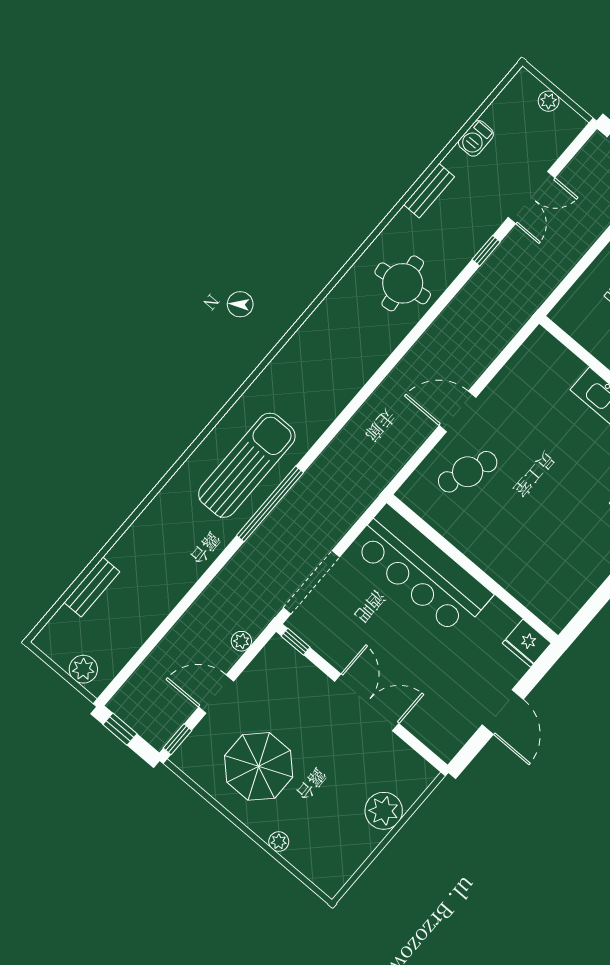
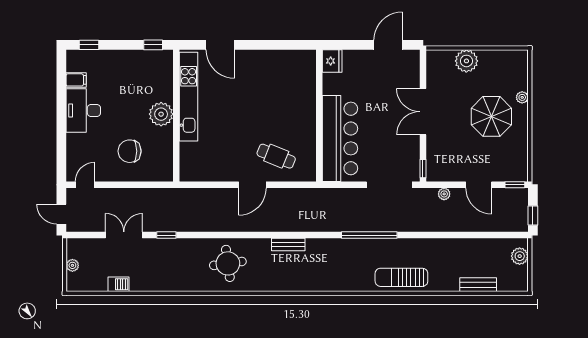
bench: (429, 191) -> (288, 245), moved
round table: (403, 283) -> (228, 263), moved
door: (457, 412) -> (252, 185), hinge flipped
sun lounger: (247, 465) -> (401, 277), moved, width x0.73, depth x0.75
door: (503, 712) -> (388, 45), moved
parasol: (259, 766) -> (491, 116), moved

